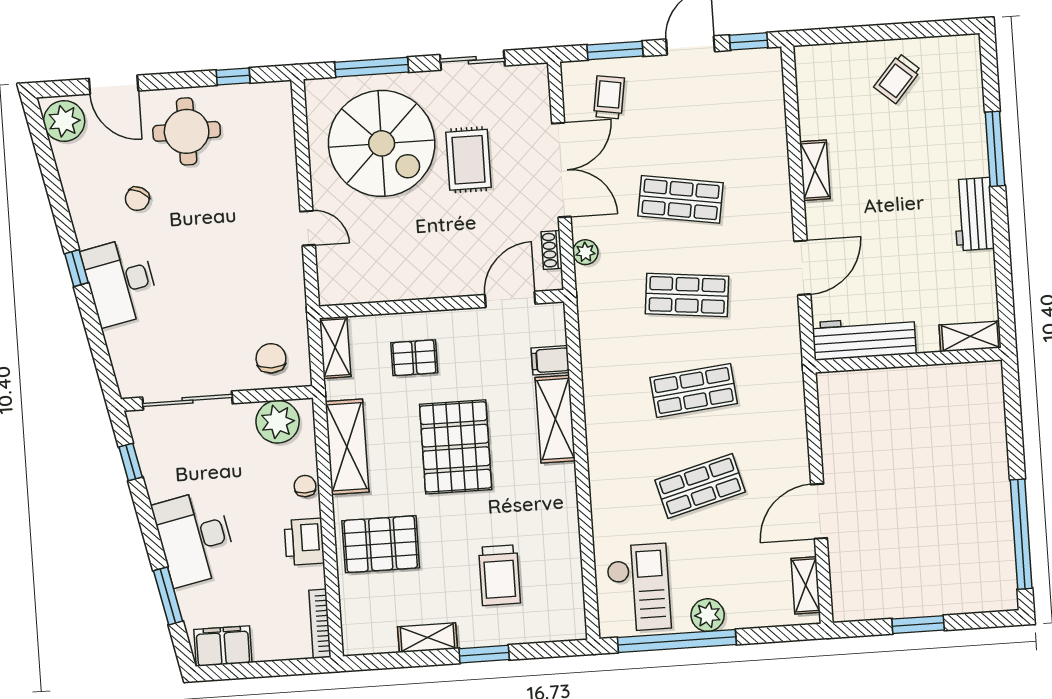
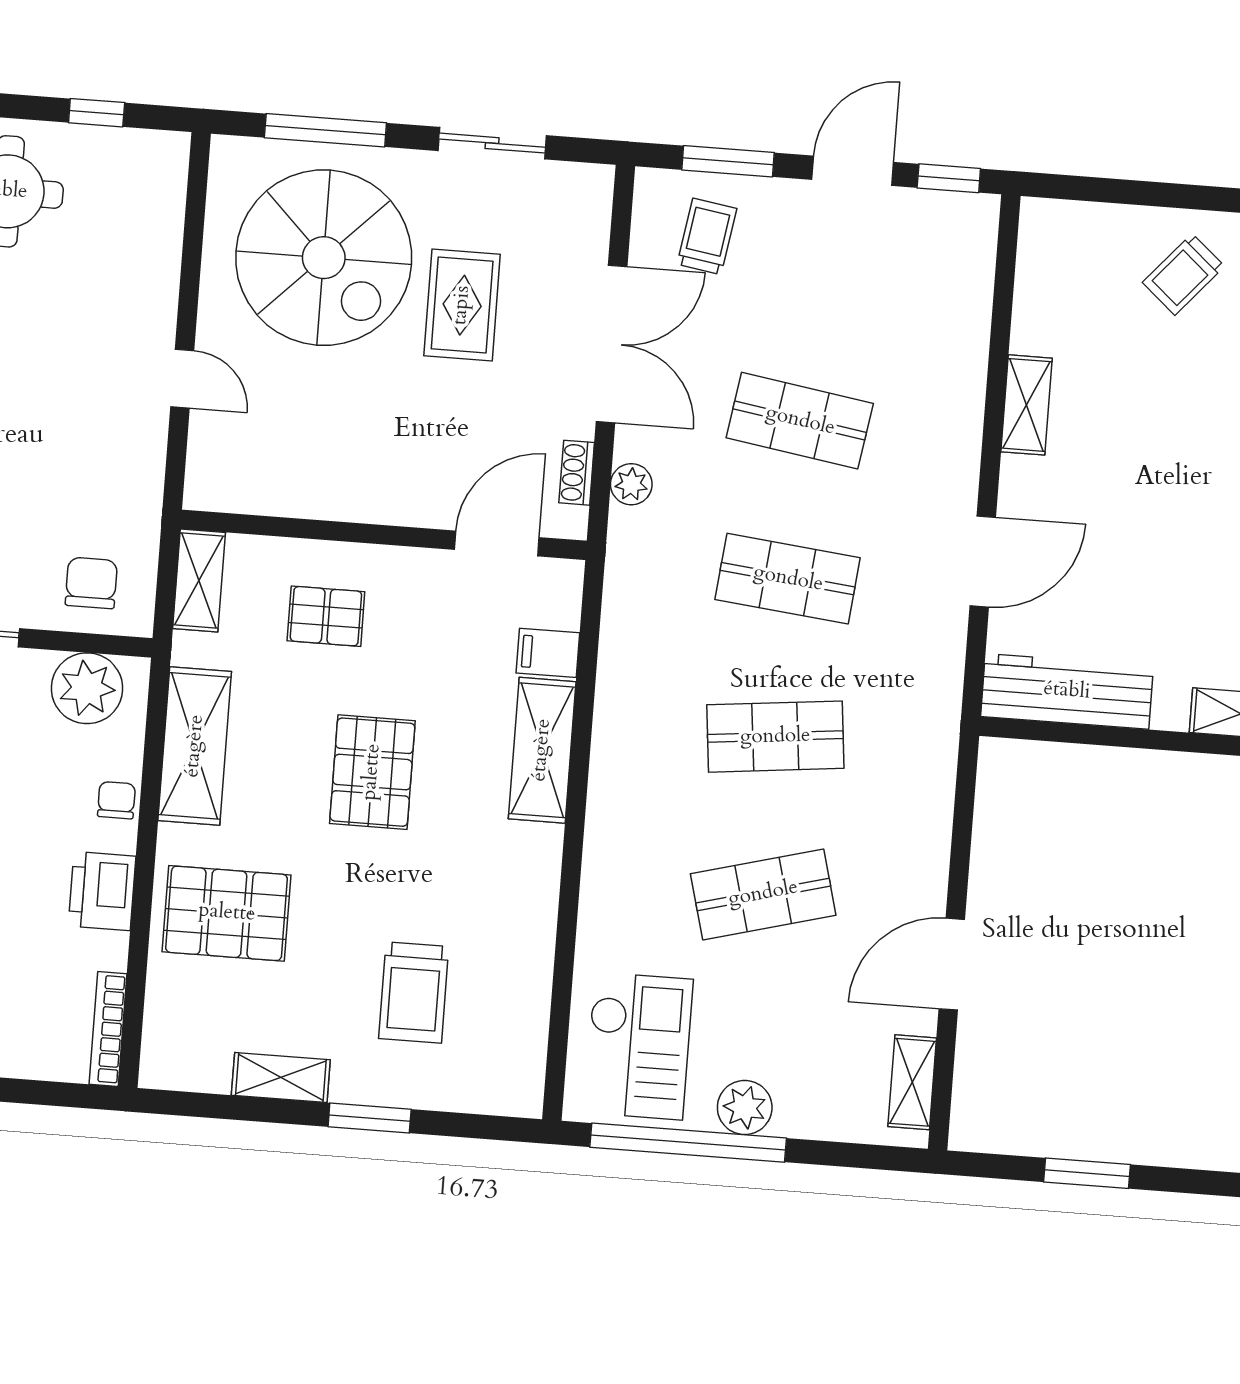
pallet: (456, 447) -> (372, 772), width x0.73, depth x0.71

